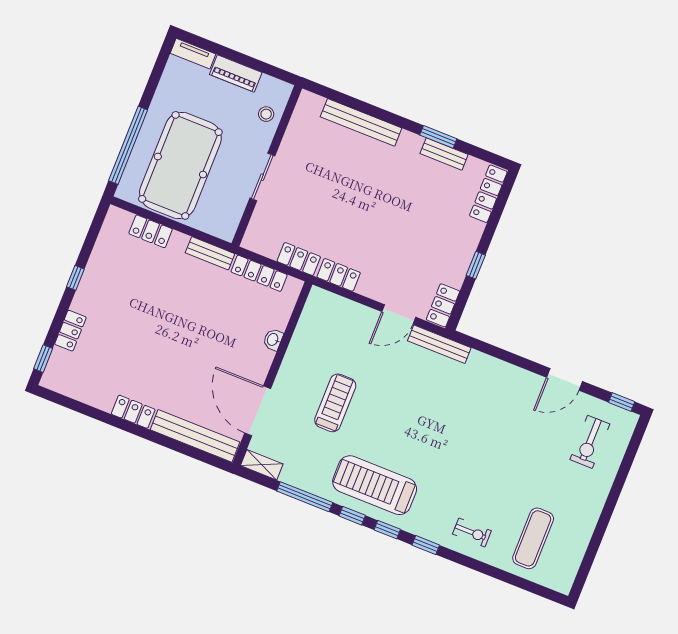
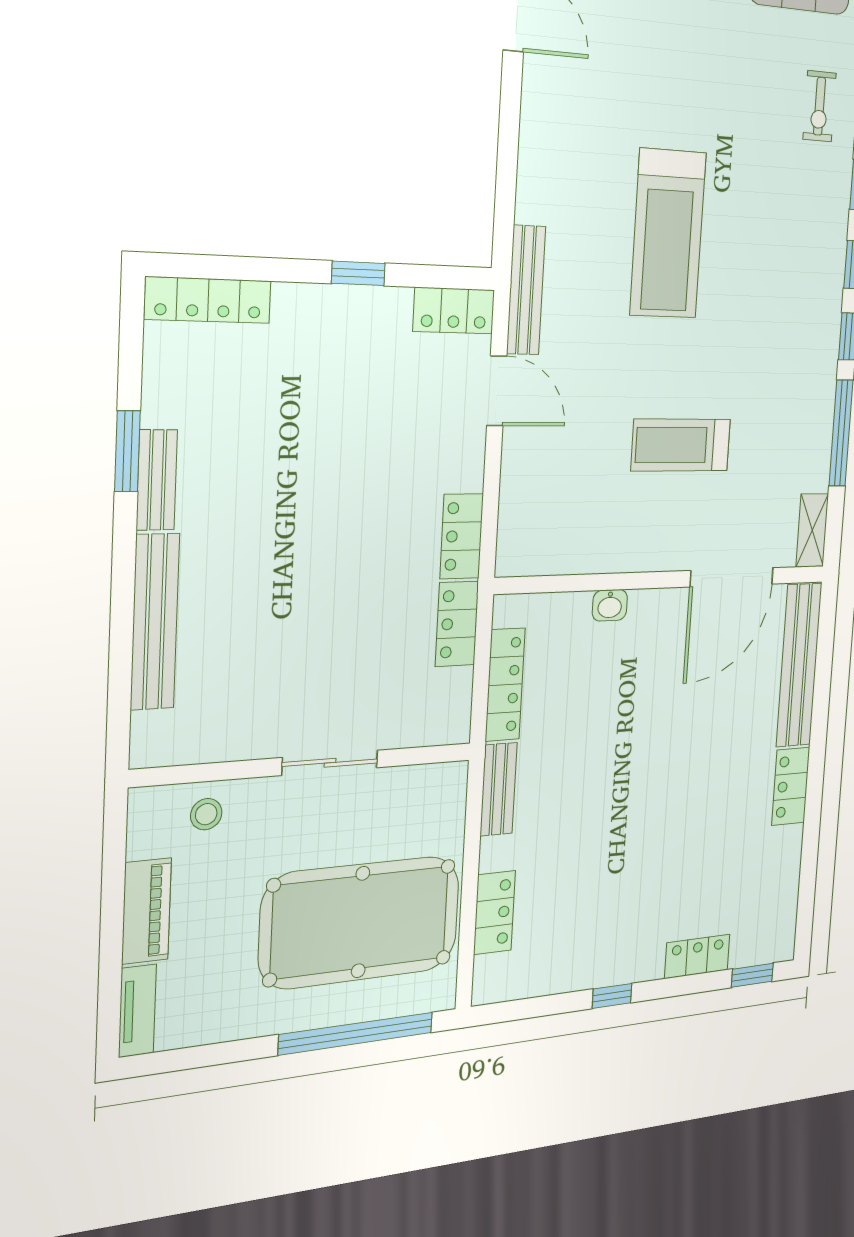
bench: (444, 154) -> (157, 480), moved
treadmill: (375, 485) -> (668, 234), moved
exercise bike: (472, 532) -> (820, 106), turned 180

